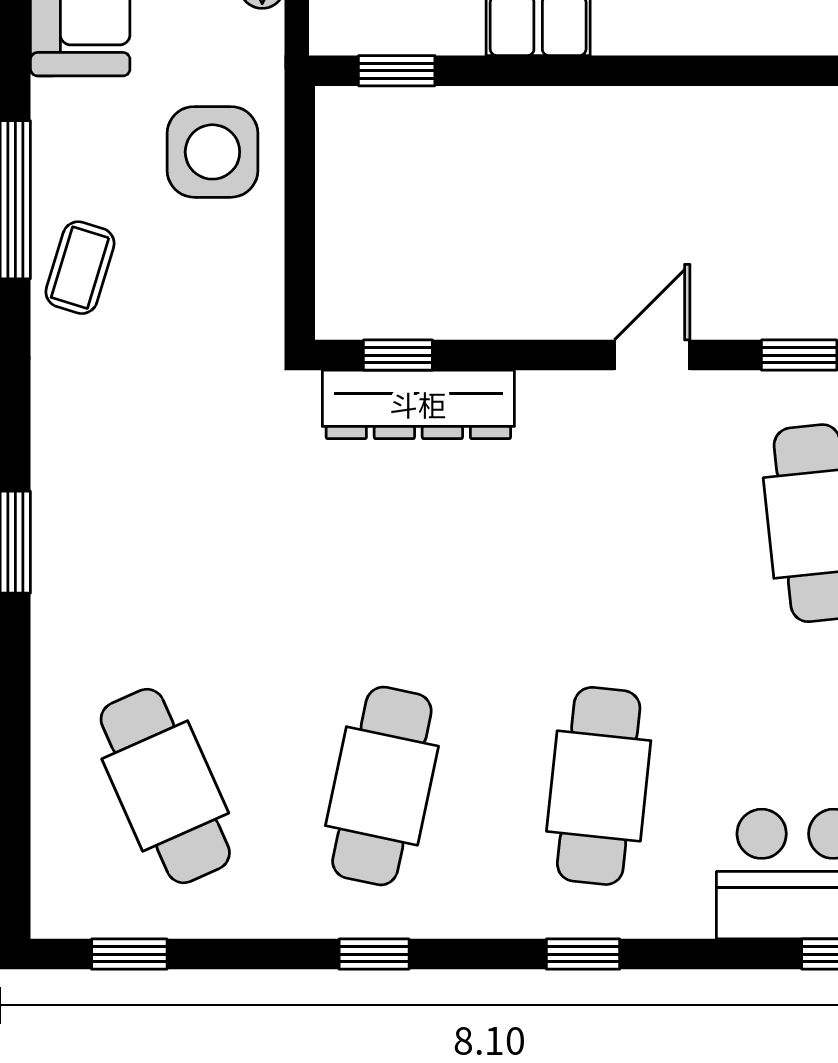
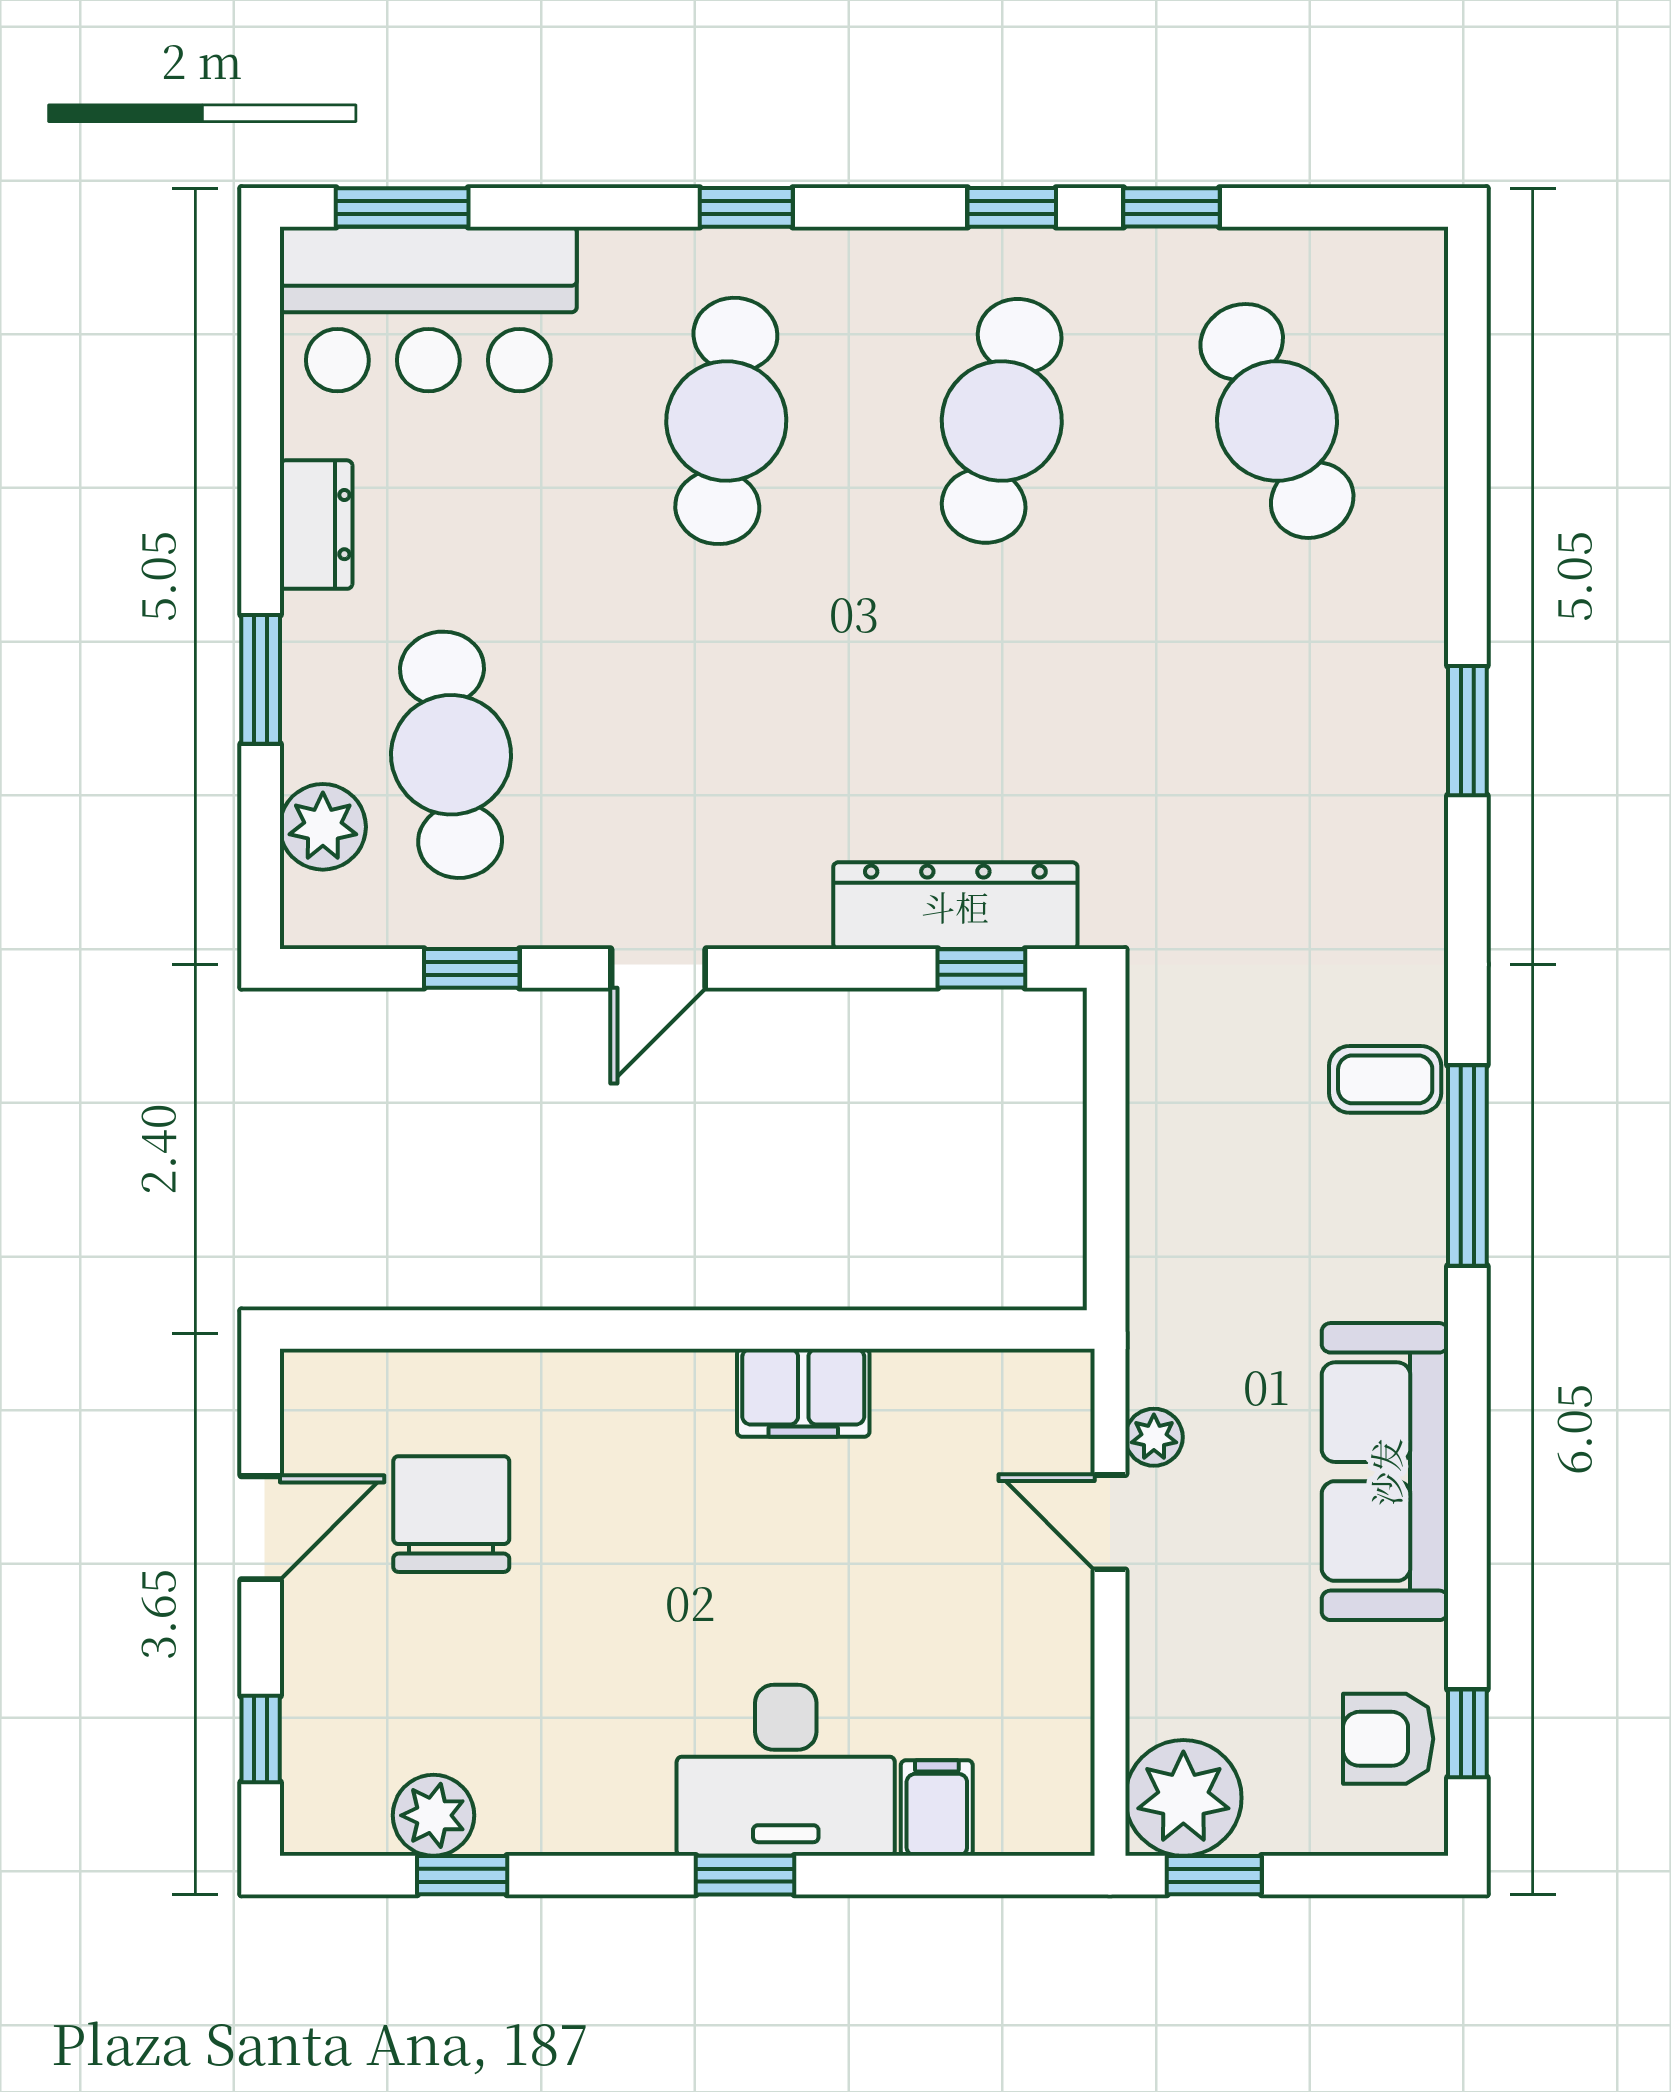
window: (397, 71) -> (983, 1330), removed
side table: (212, 152) -> (1217, 1226), removed
coffee table: (80, 268) -> (1385, 1079), turned 73
window: (129, 954) -> (1172, 207), moved

